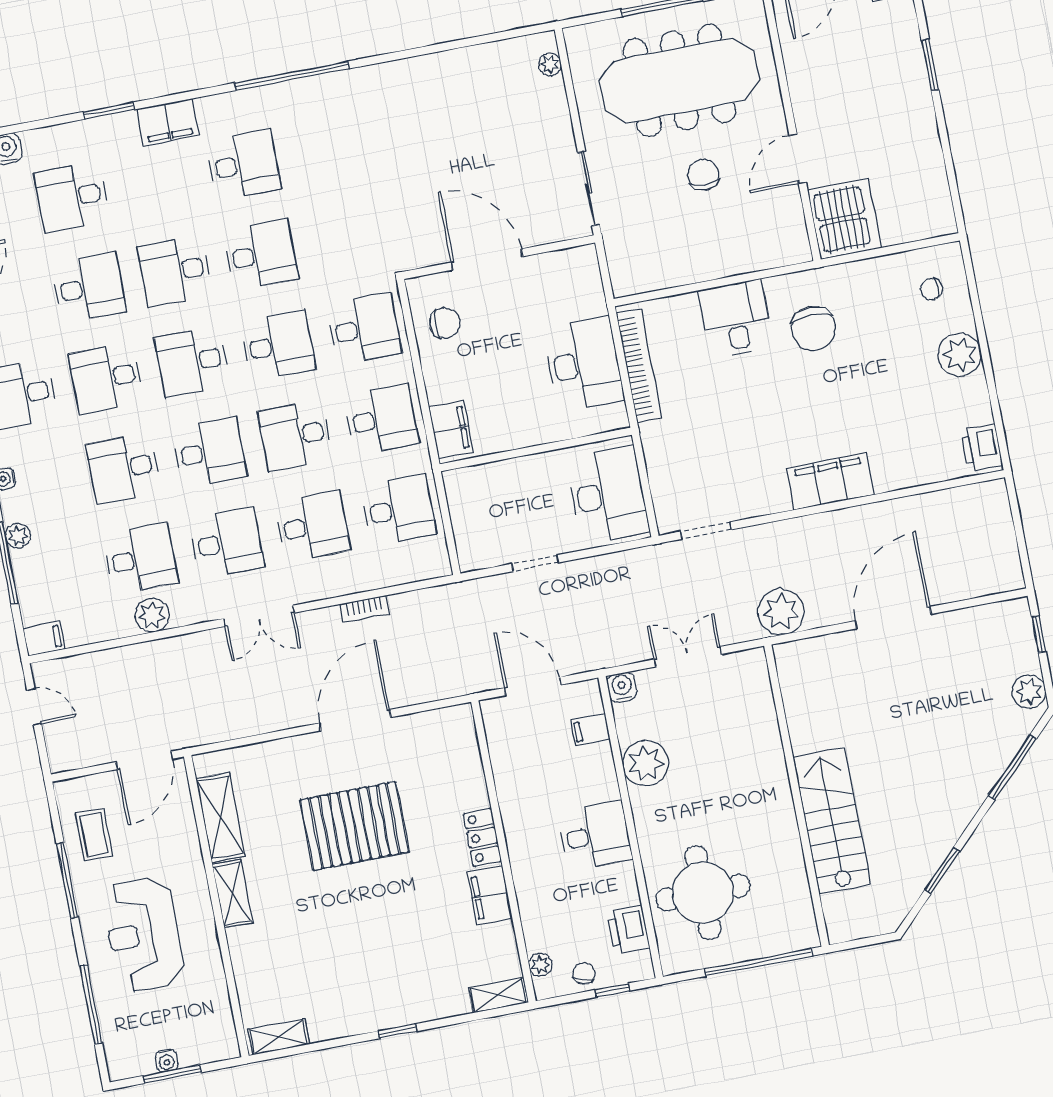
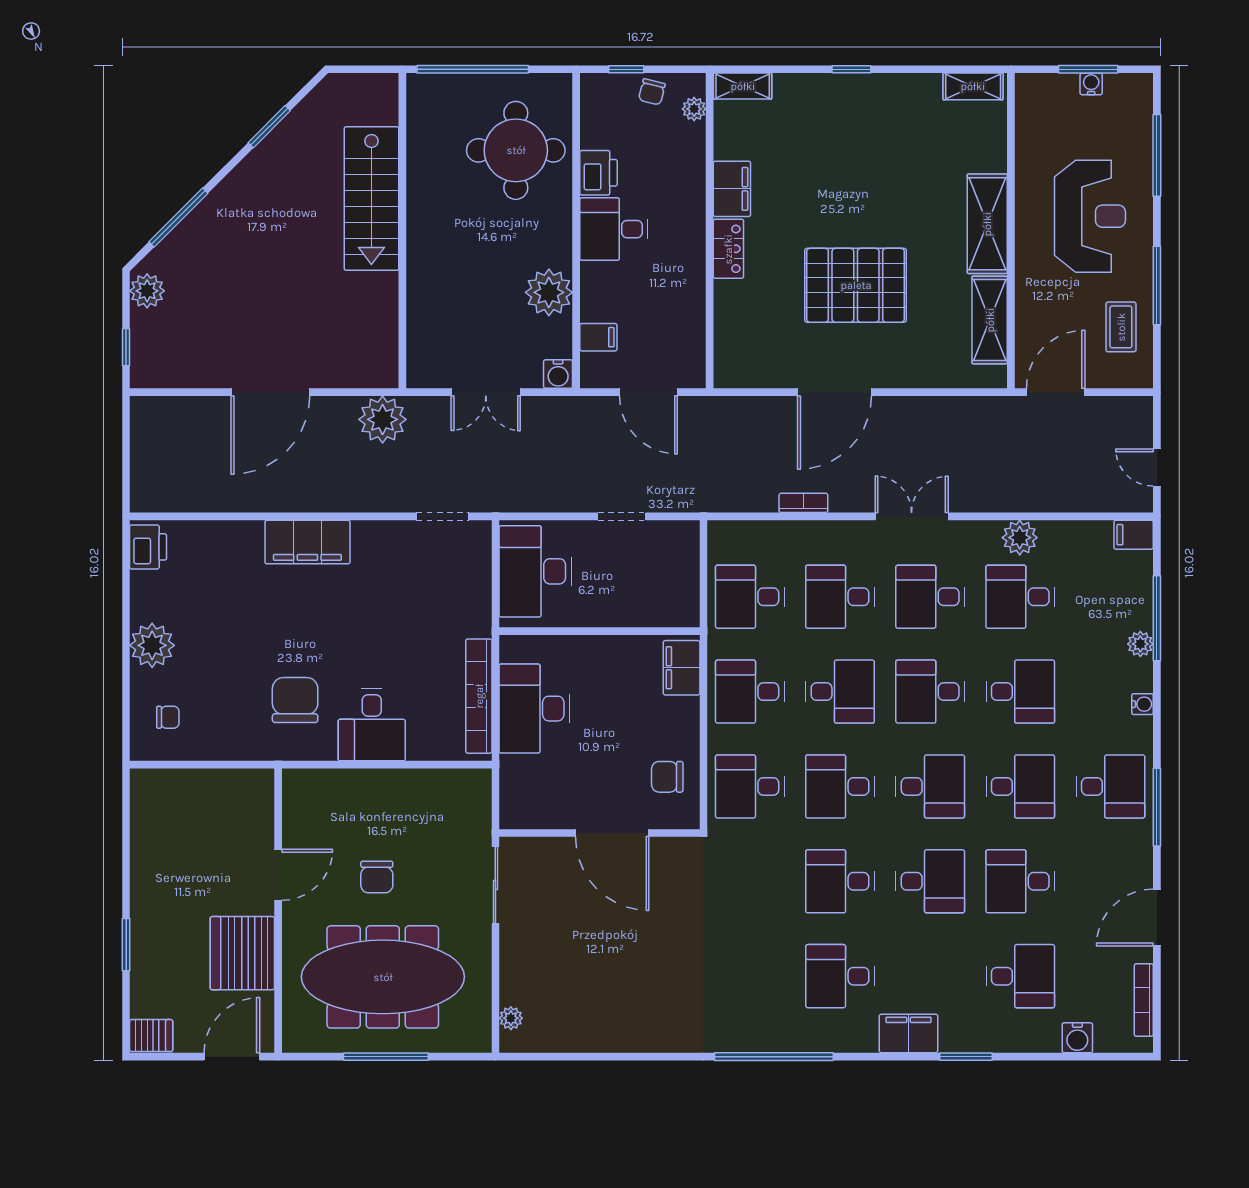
server rack: (845, 219) -> (242, 953), moved
shelving: (232, 894) -> (987, 224), width x1.50, depth x1.33
printer: (628, 929) -> (598, 173), moved

